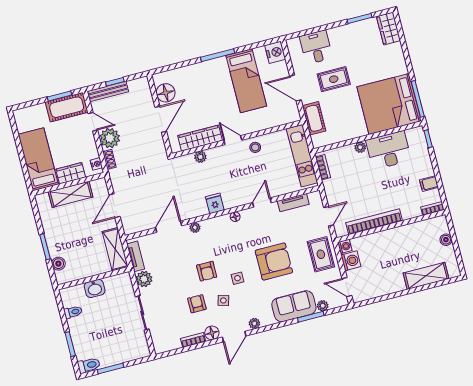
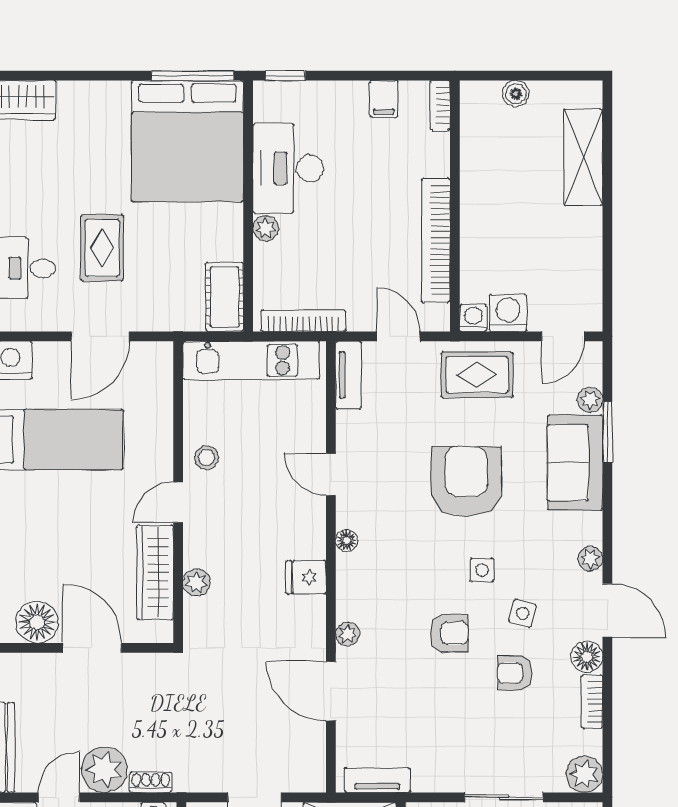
cot: (314, 118) -> (225, 297), moved, turned 90
bookcase: (323, 167) -> (304, 321), width x1.56
tv unit: (293, 203) -> (349, 375), moved
plant: (144, 279) -> (584, 774), moved

